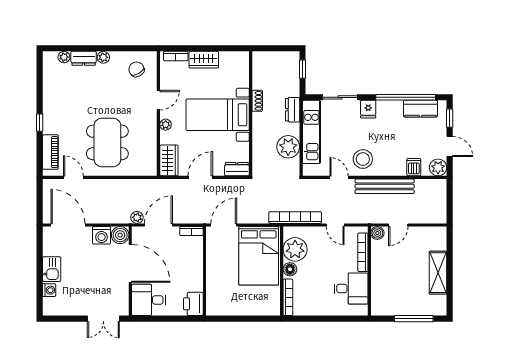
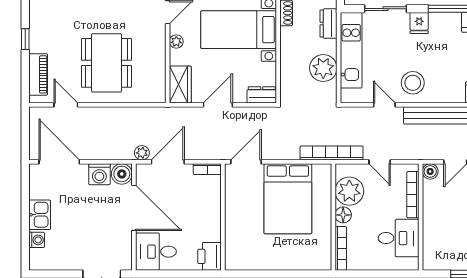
plant: (295, 249) -> (349, 191), moved
floor lamp: (290, 269) -> (343, 215), moved
wall: (282, 271) -> (333, 217), moved
bookcase: (288, 297) -> (341, 248), moved

